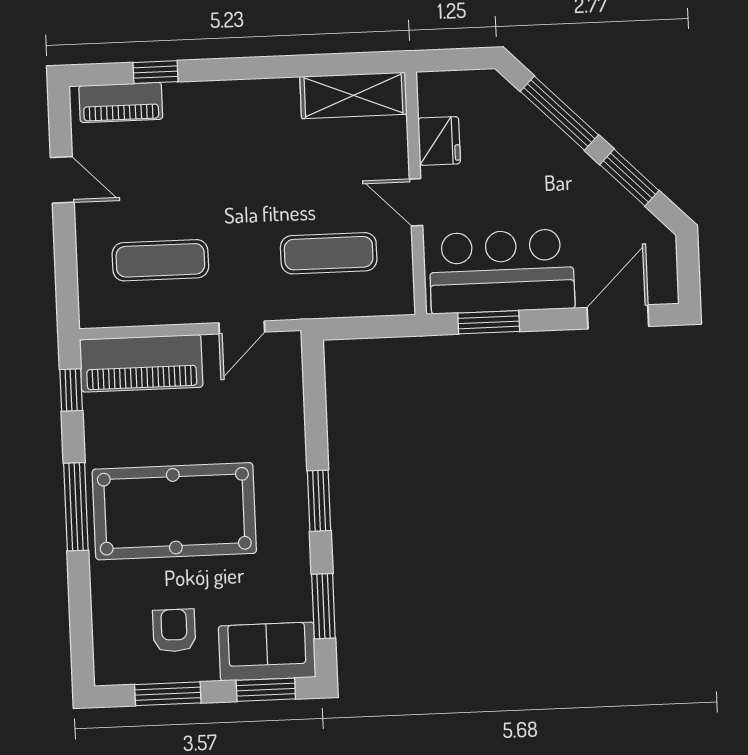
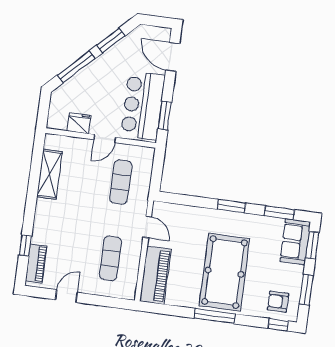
shelving: (353, 95) -> (49, 174), moved
window: (71, 390) -> (278, 325), moved
armchair: (174, 631) -> (278, 302), moved

